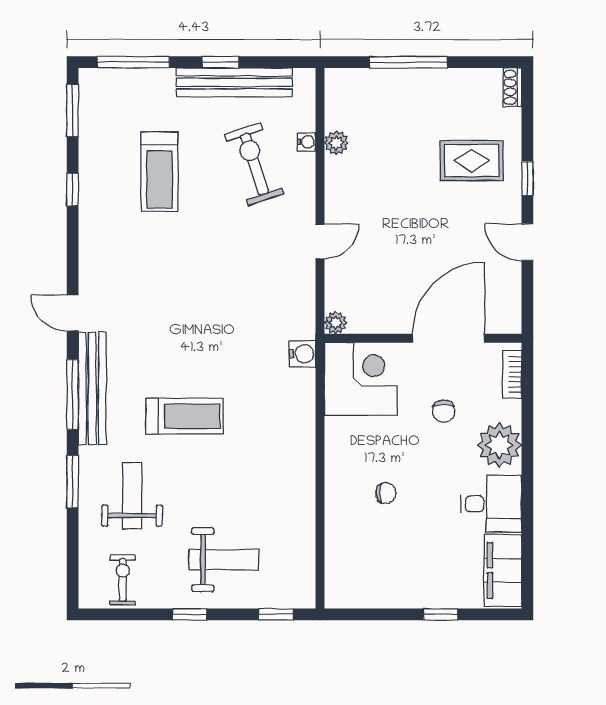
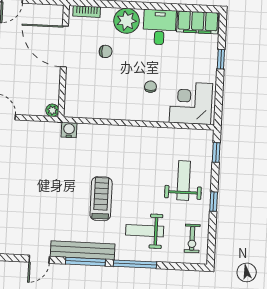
corner desk: (361, 379) -> (191, 103), moved
window: (73, 482) -> (135, 264), width x1.44
exercise bike: (123, 580) -> (192, 238), turned -90

